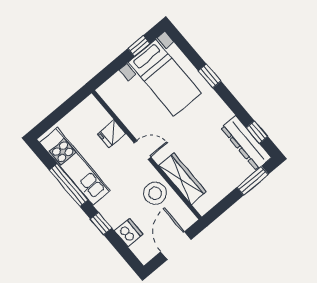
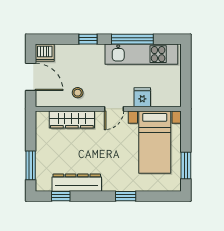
window: (139, 46) -> (186, 165), width x1.50
bed with nightstands: (165, 78) -> (155, 142), moved, turned -90
dresser: (246, 143) -> (77, 183), moved
stool: (155, 193) -> (78, 93), width x0.53, depth x0.53
dishwasher: (129, 233) -> (45, 53), moved

